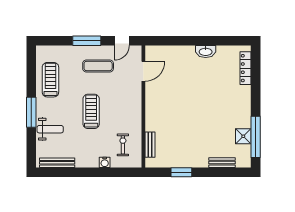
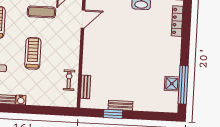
exercise bike: (123, 145) -> (69, 80), moved
water cooler: (105, 162) -> (21, 100), moved
bench: (222, 163) -> (121, 105), moved

